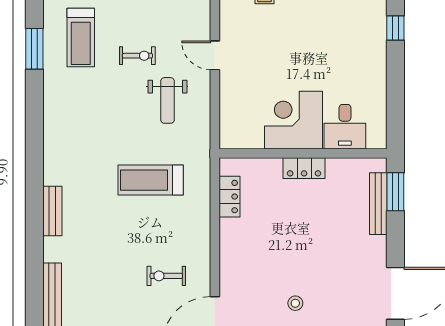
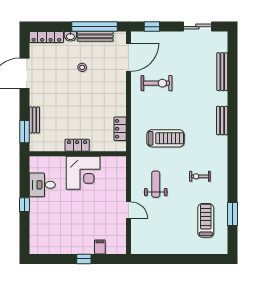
window: (395, 28) -> (24, 205), moved
exercise bike: (137, 56) -> (200, 176), moved
desk: (345, 127) -> (42, 185), moved, turned -90
bench: (378, 204) -> (34, 120), width x0.73
exercise bike: (166, 276) -> (156, 83), width x1.38, depth x1.39

